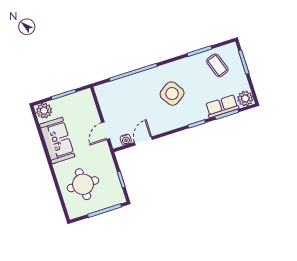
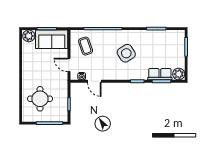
coffee table: (217, 65) -> (86, 46), moved
door: (106, 131) -> (69, 65), hinge flipped
sofa: (57, 141) -> (52, 39), moved, turned 90
door: (143, 141) -> (94, 81), swing flipped

